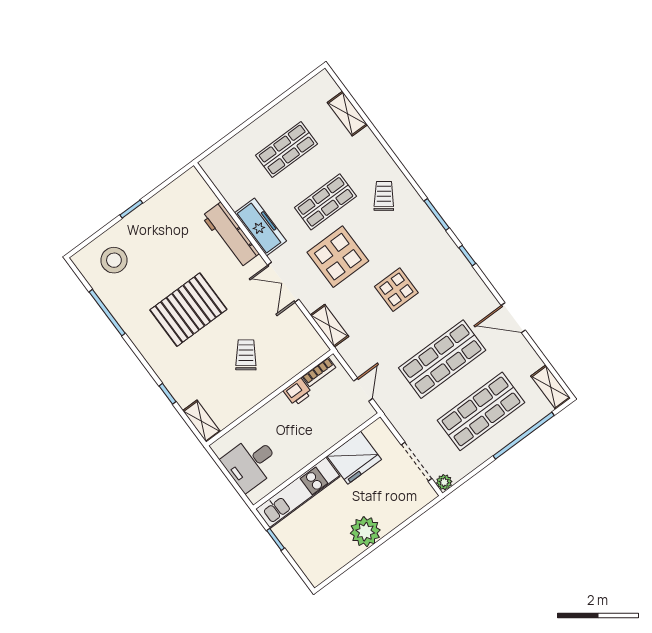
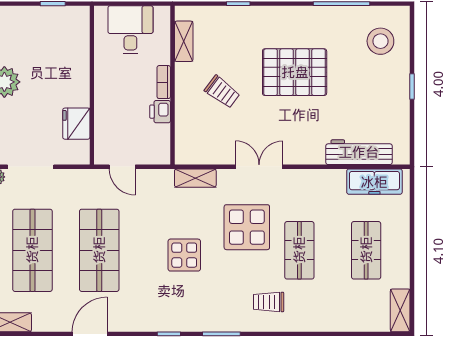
shelving: (347, 114) -> (400, 310), moved, turned 90
trolley: (384, 196) -> (269, 302), turned 143
freezer: (260, 227) -> (374, 182), moved
workbench: (230, 235) -> (359, 152), moved
pallet: (188, 310) -> (295, 72), turned 90
bookcase: (319, 372) -> (164, 82), moved
shelving: (201, 421) -> (184, 41), moved, turned 90
fridge: (354, 458) -> (76, 124), width x0.73, depth x0.75
kitchen unit: (298, 493) -> (77, 50), removed

